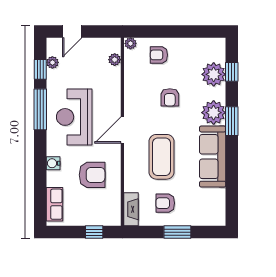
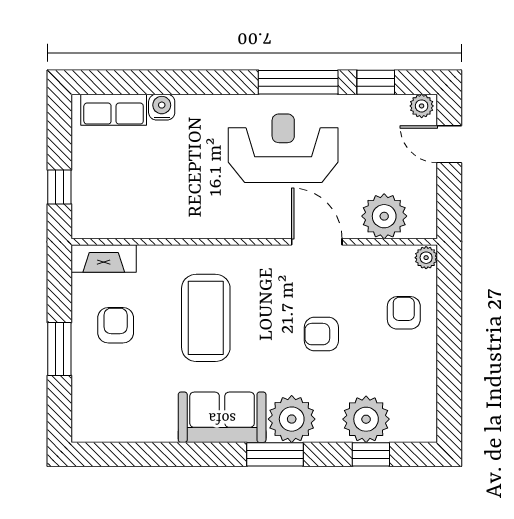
plant: (115, 60) -> (384, 216), width x1.87, depth x1.87
plant: (52, 62) -> (422, 106), moved
door: (122, 130) -> (317, 242), moved
coffee table: (162, 157) -> (206, 318), turned 90
sofa: (213, 157) -> (222, 417), width x0.73
water cooler: (53, 163) -> (162, 107), moved
armchair: (92, 175) -> (170, 183), removed

